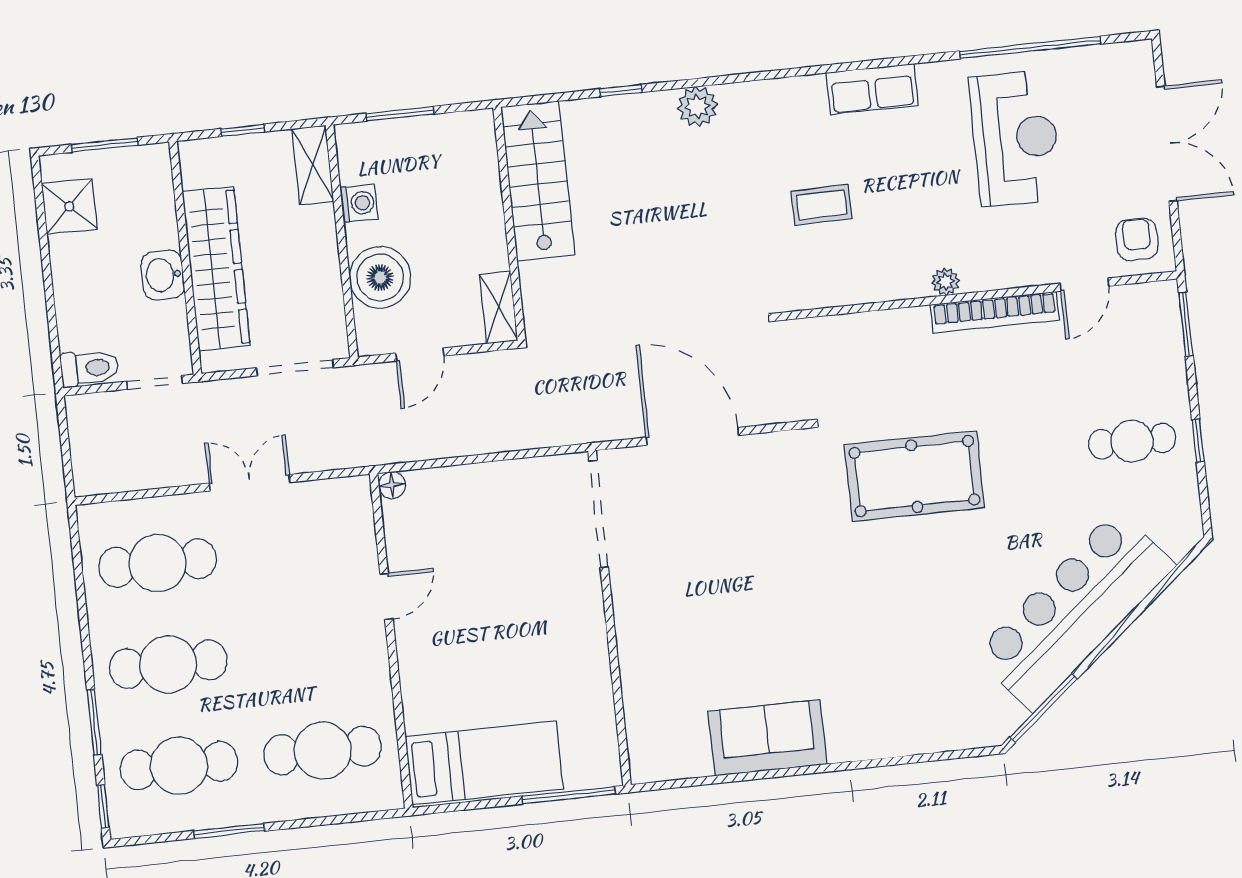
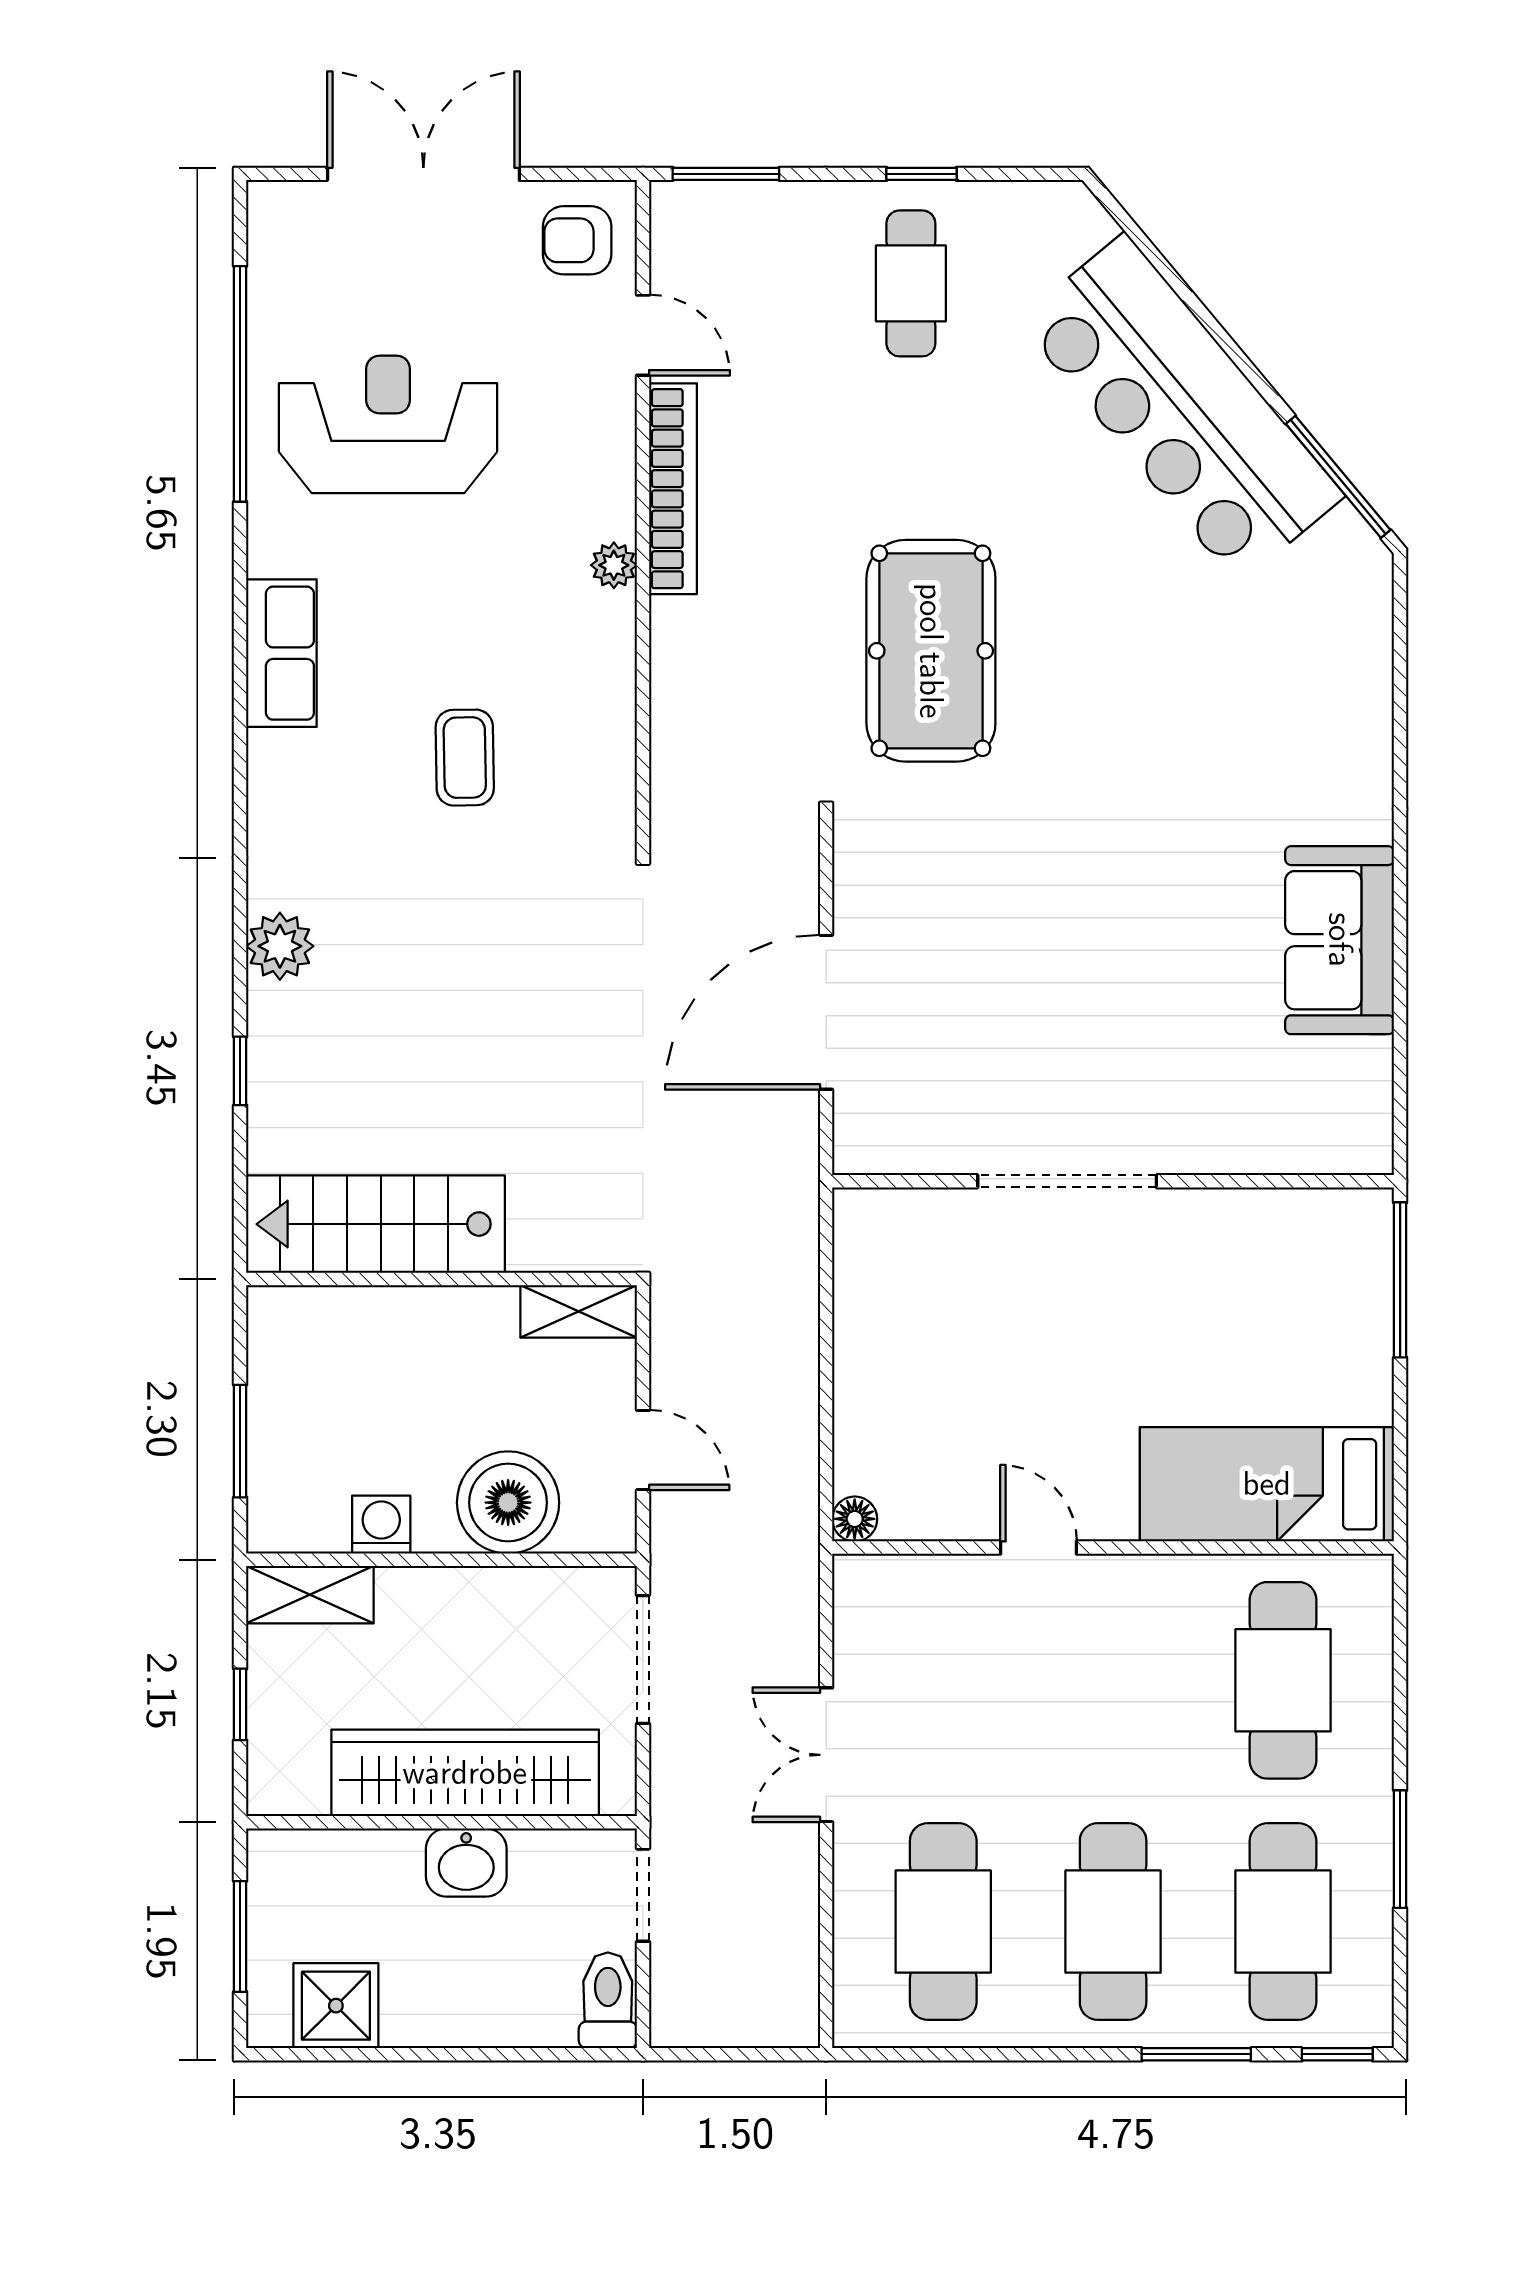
doorway: (599, 514) -> (1067, 1181), moved
bed: (484, 763) -> (1267, 1484), moved, turned -90

